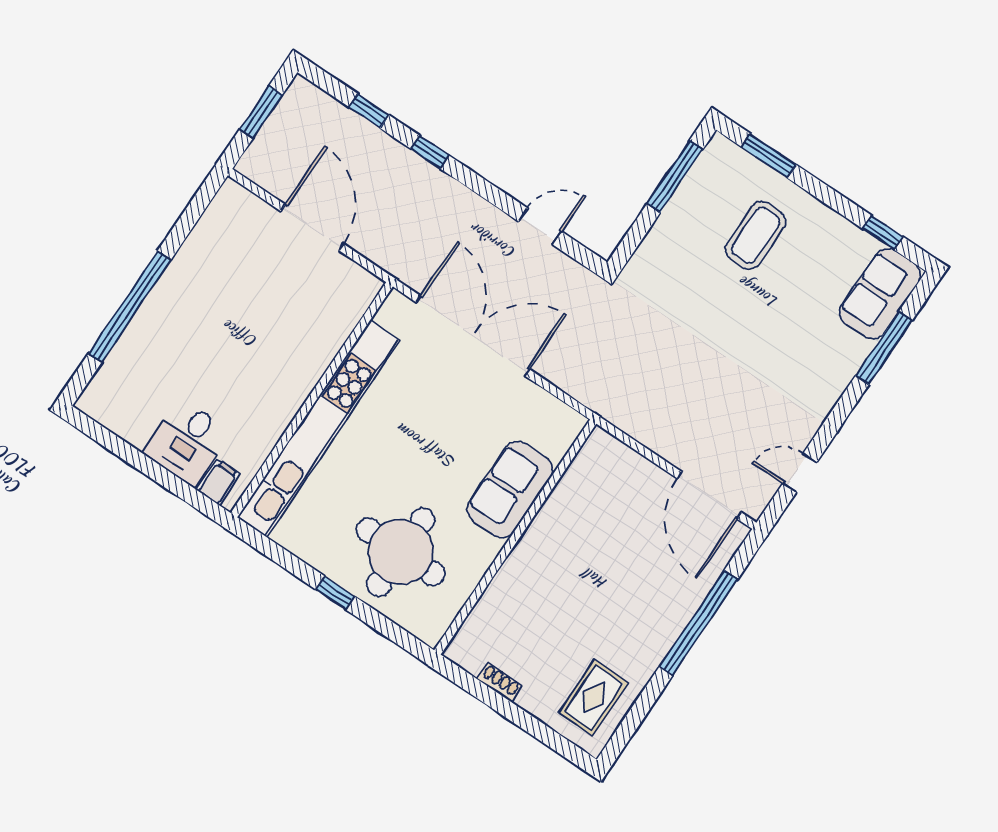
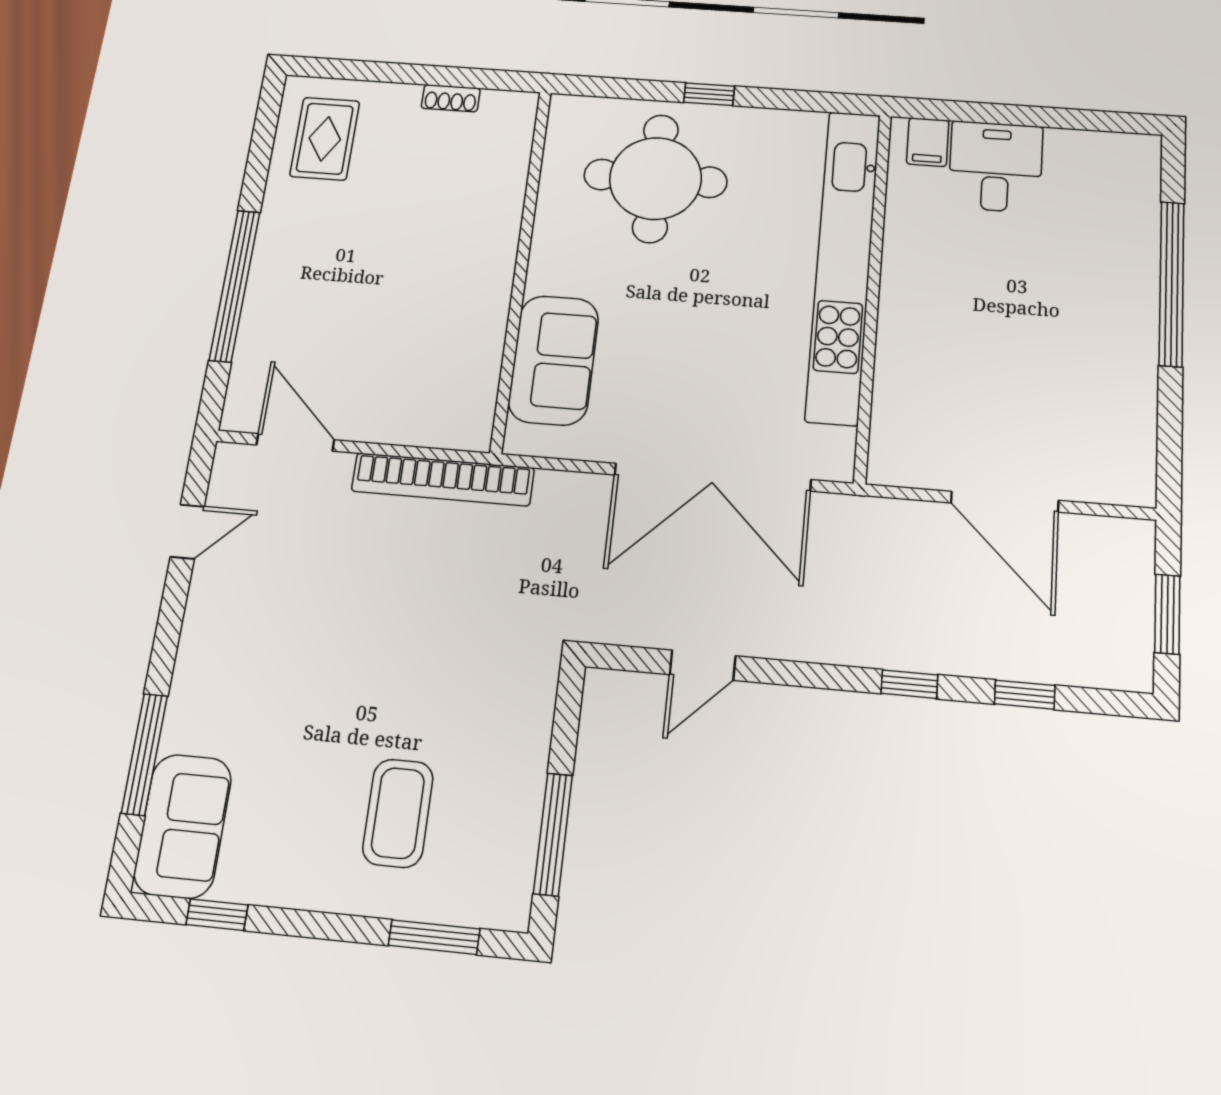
bookcase: (633, 423) -> (443, 479), added
sofa: (510, 490) -> (553, 360), moved
door: (709, 495) -> (295, 442), width x0.73

